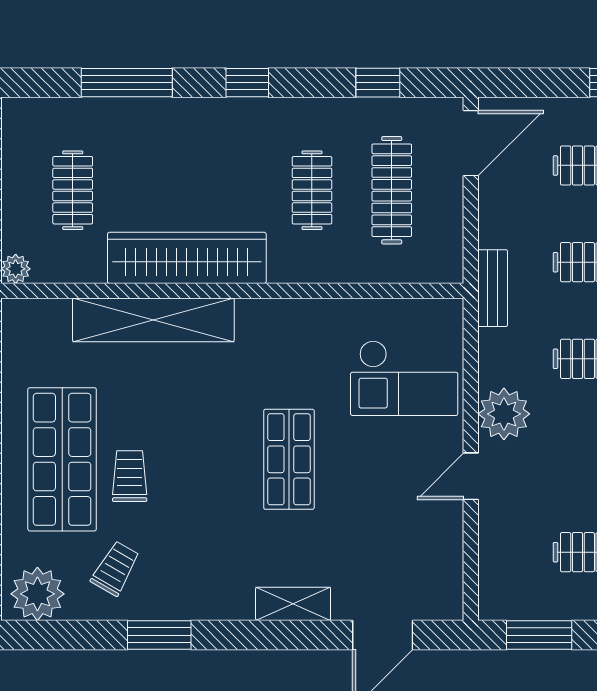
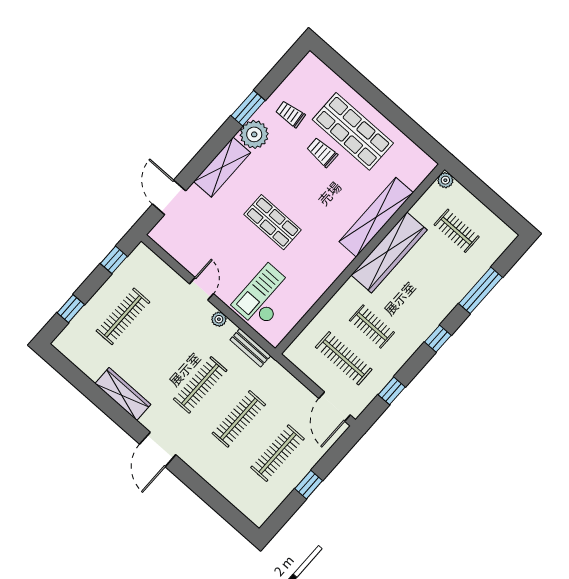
bench: (493, 288) -> (250, 348), moved
plant: (504, 414) -> (219, 319), width x0.53, depth x0.53
trolley: (130, 476) -> (322, 152), turned 180
trolley: (115, 568) -> (290, 114), turned 144
plant: (37, 594) -> (254, 134), moved
shelving: (293, 604) -> (222, 167), width x1.50, depth x1.33
window: (539, 635) -> (114, 260), width x0.67

